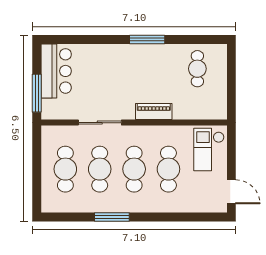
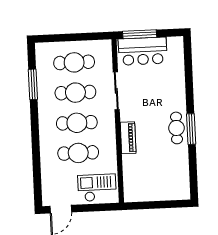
cafe table: (197, 69) -> (177, 128), moved, turned 90
bar counter: (56, 71) -> (143, 51), moved
window: (112, 217) -> (33, 84), moved

